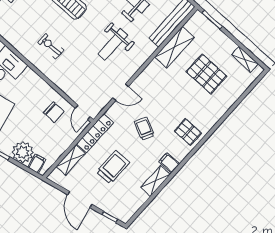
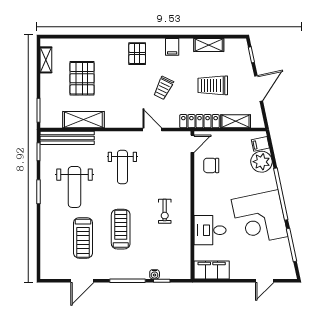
weight bench: (113, 44) -> (122, 167), turned 90
chair: (54, 112) -> (211, 165), turned -90
shelving: (156, 181) -> (209, 45), moved

